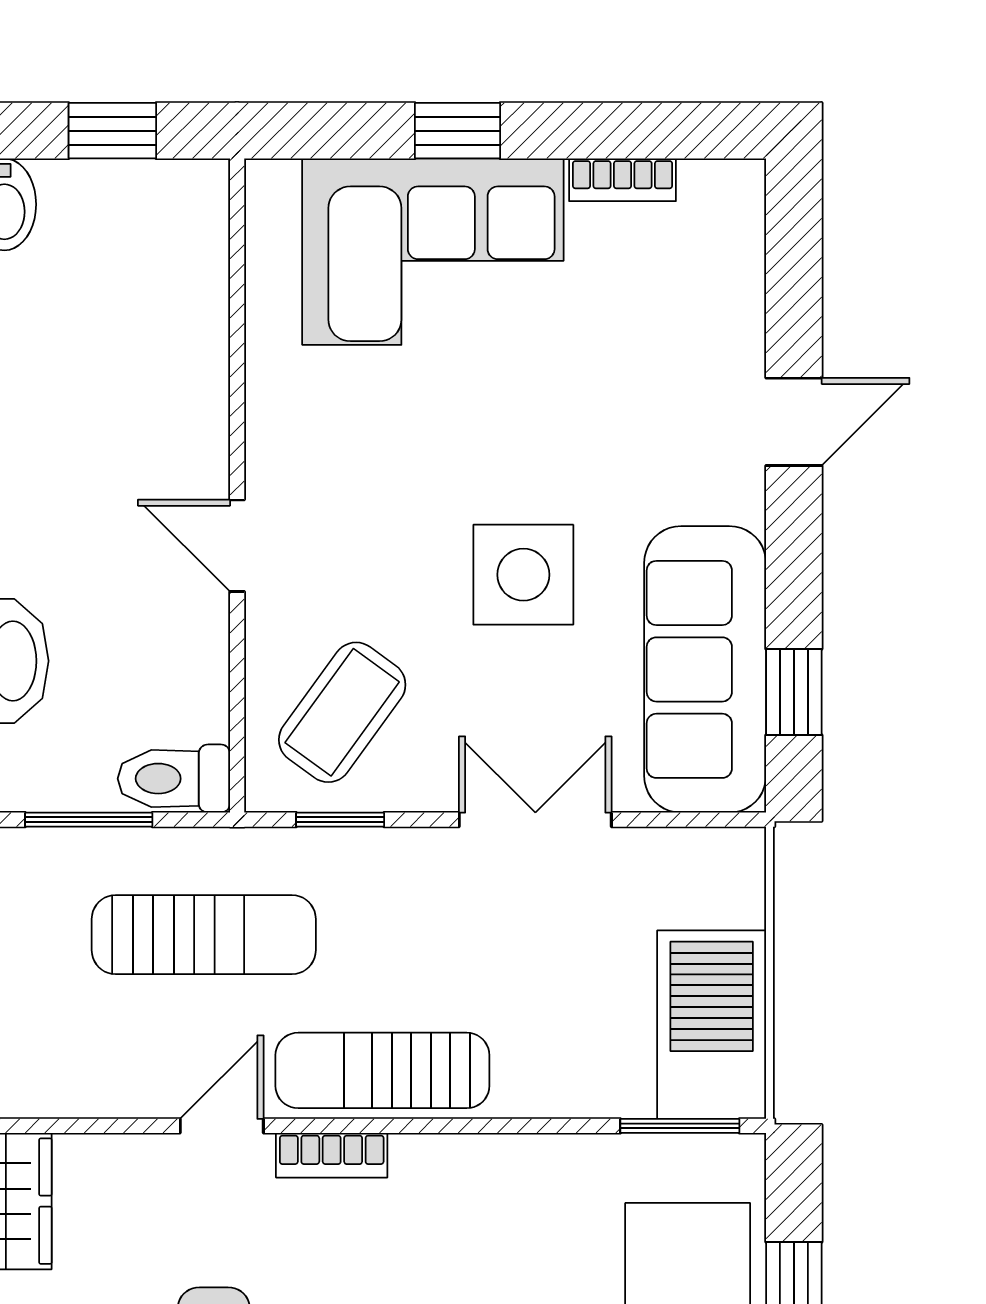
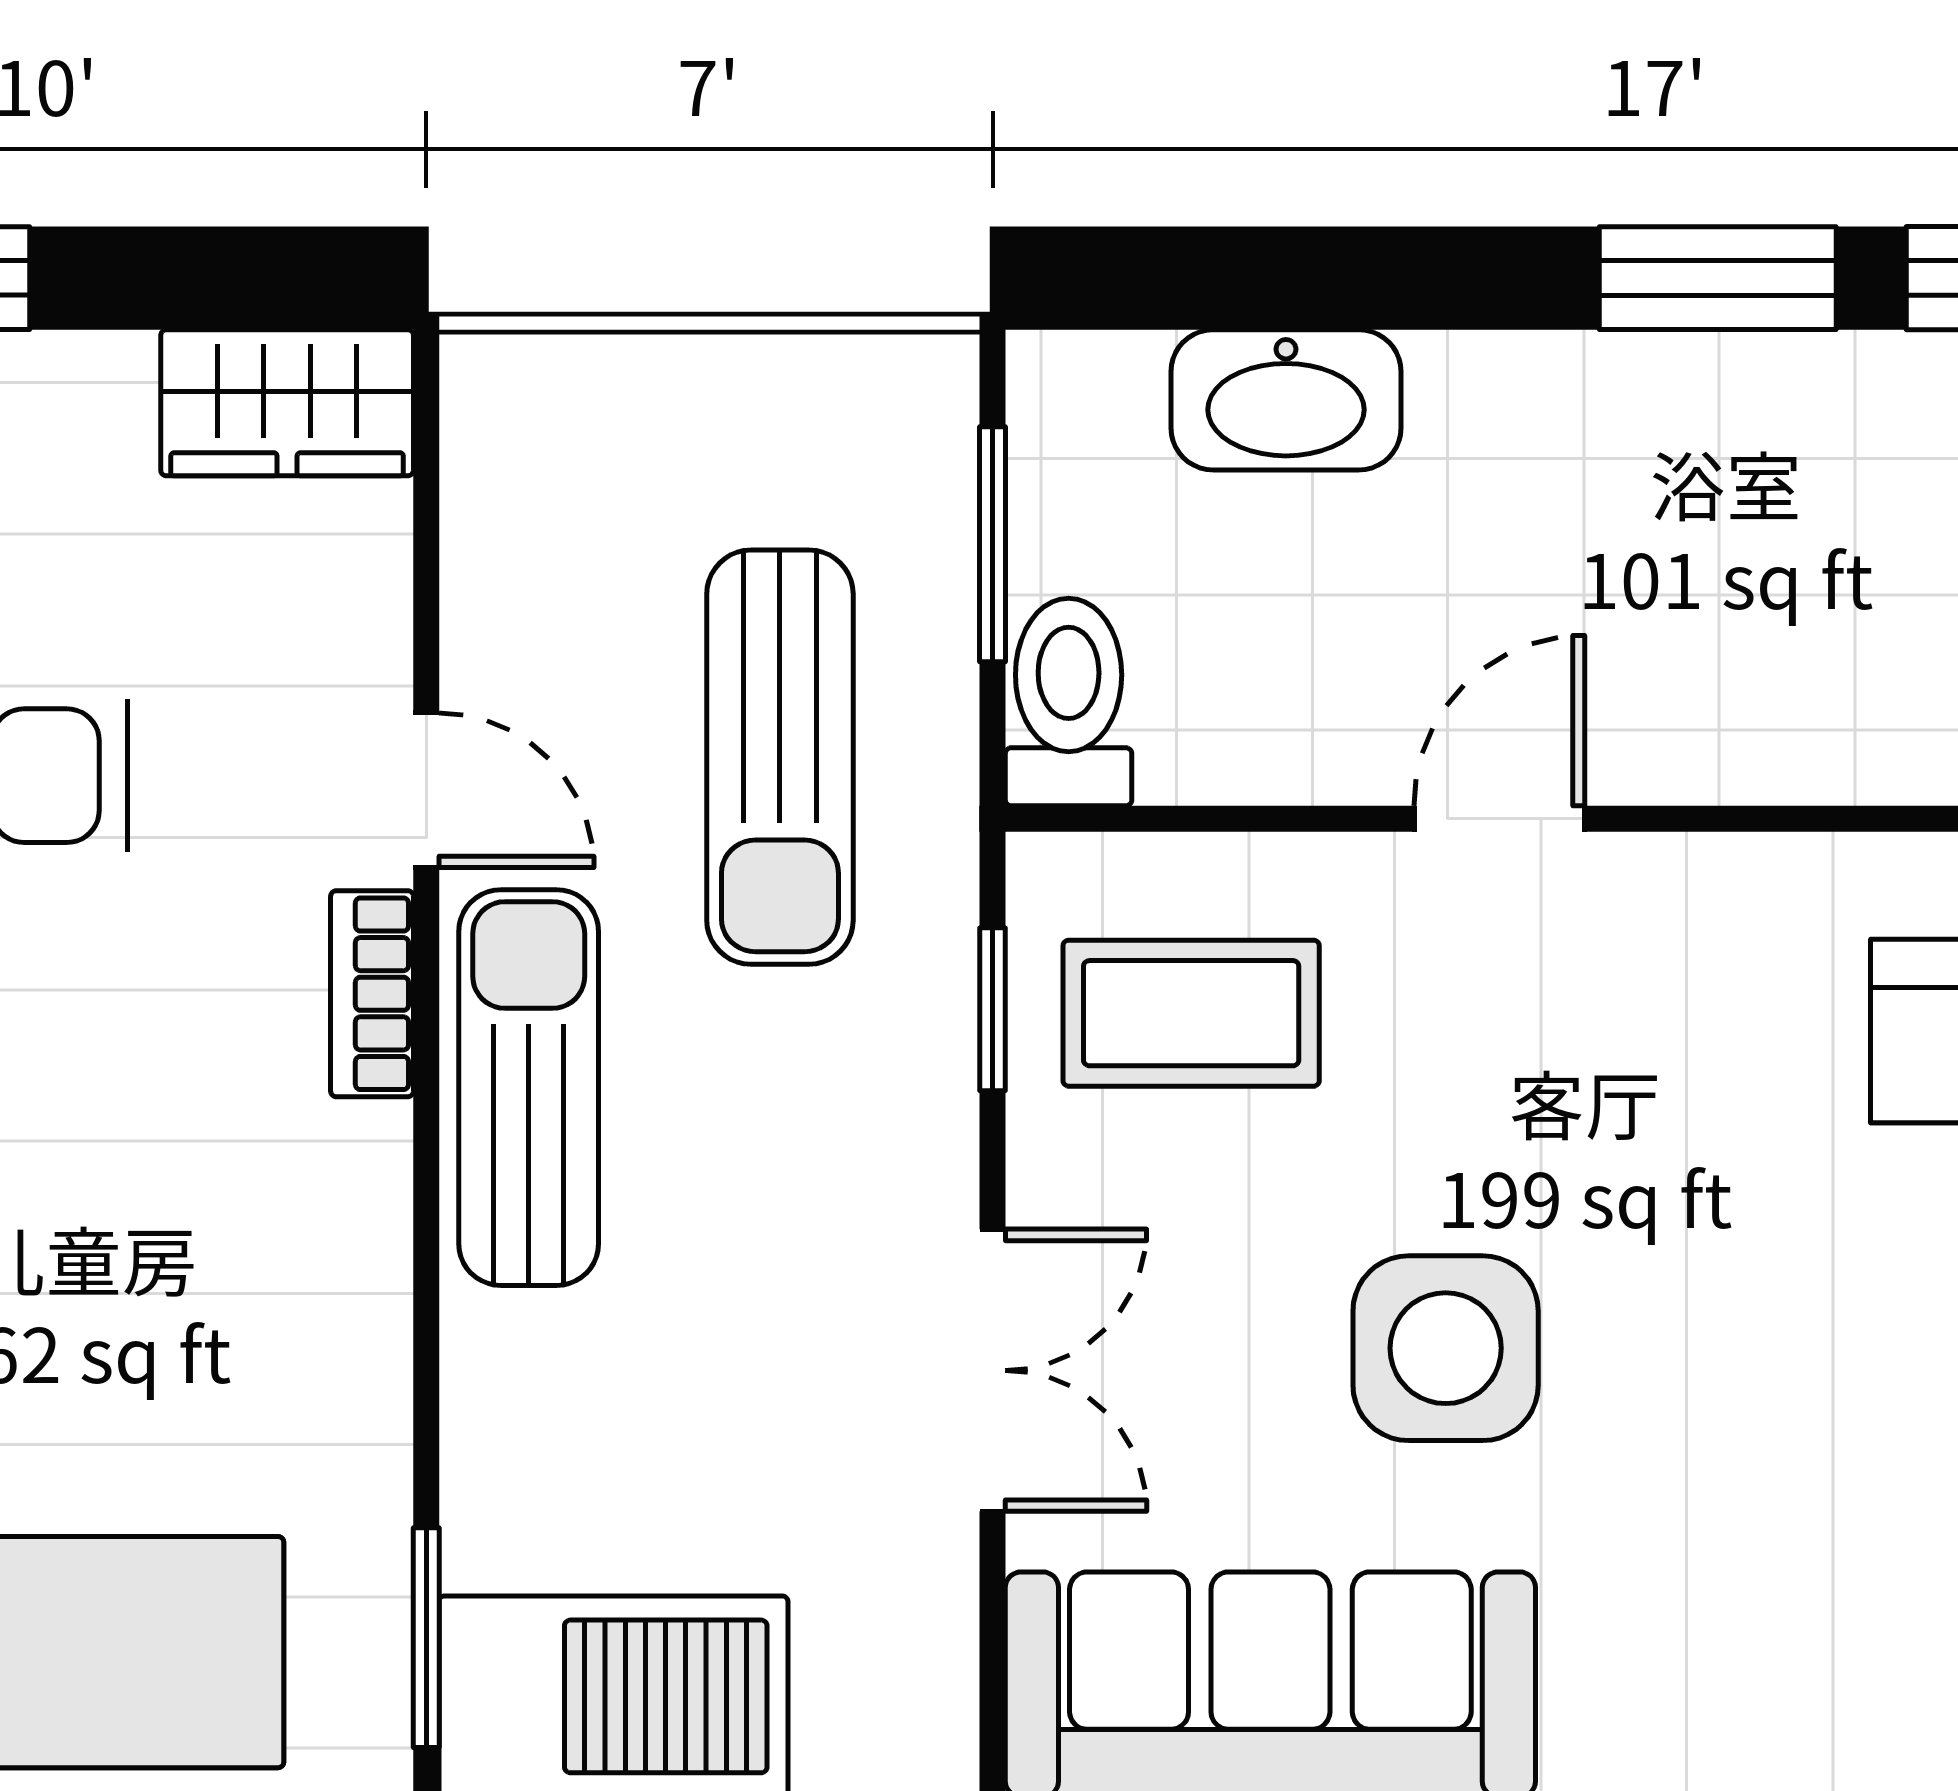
coffee table: (342, 712) -> (1191, 1013), turned -36

